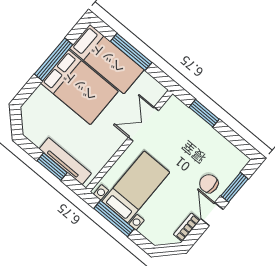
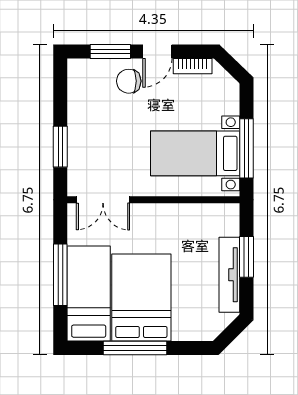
double door: (143, 124) -> (103, 200), moved
tv unit: (65, 161) -> (229, 275), moved
chair: (209, 184) -> (129, 81), turned 90

